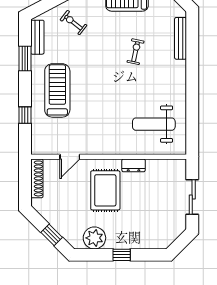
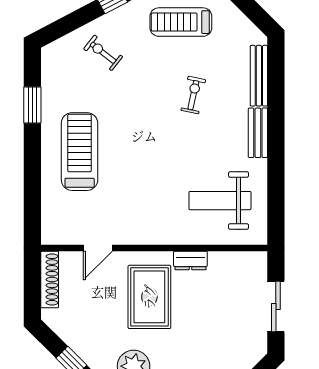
bench: (37, 37) -> (258, 133), moved
window: (25, 115) -> (32, 188), removed

